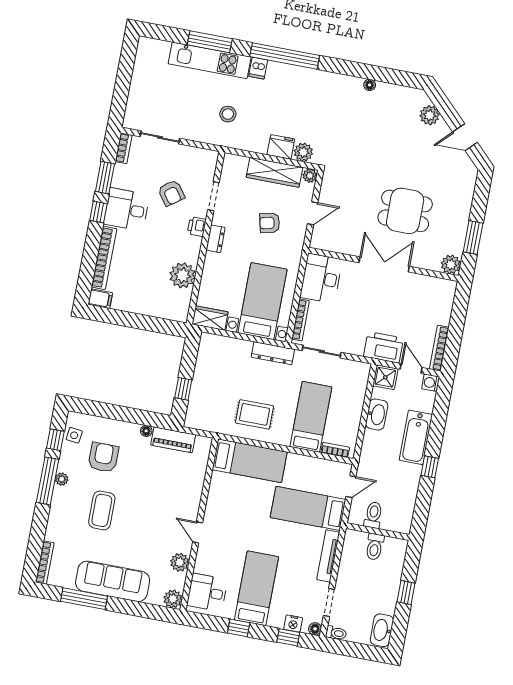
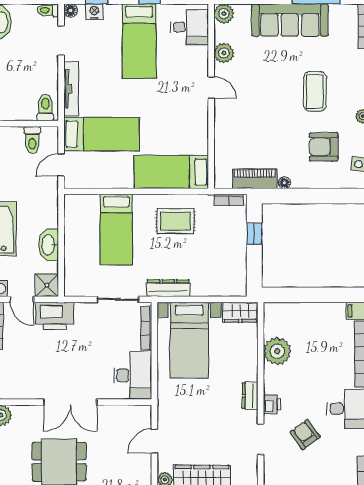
armchair: (270, 223) -> (197, 423), removed
bookcase: (335, 450) -> (229, 200), moved
armchair: (103, 457) -> (324, 147), turned 90
toilet: (375, 547) -> (45, 107), moved

